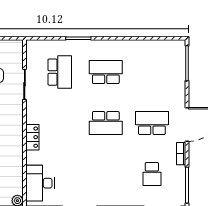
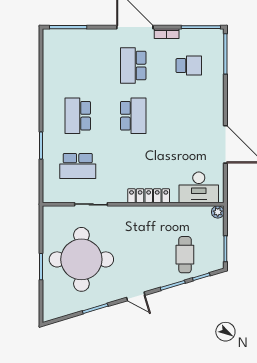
school desk: (60, 72) -> (78, 166), turned 180
locker: (32, 137) -> (149, 196), width x1.53

